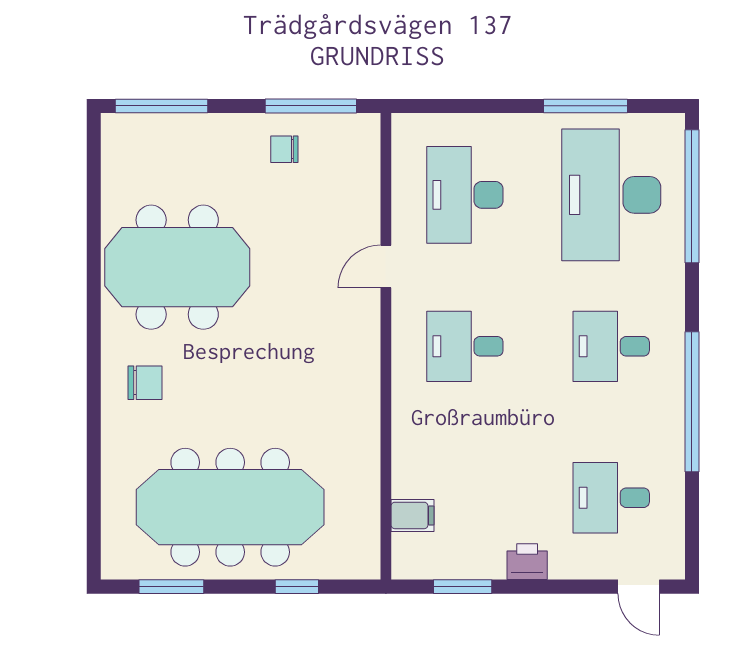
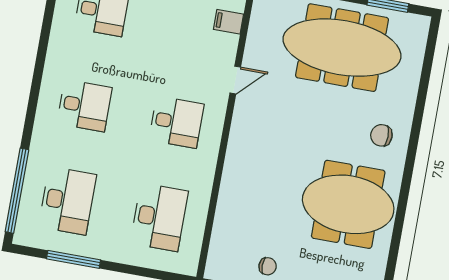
desk: (611, 195) -> (67, 201), width x0.73, depth x0.77
door: (386, 267) -> (235, 80), moved
window: (692, 402) -> (40, 62), removed

